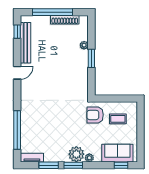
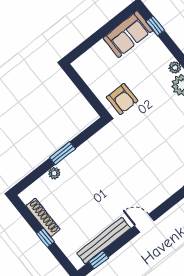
window: (53, 12) -> (45, 238), width x0.32
coffee table: (118, 119) -> (106, 70), removed
sofa: (117, 153) -> (128, 34), moved, turned -90

